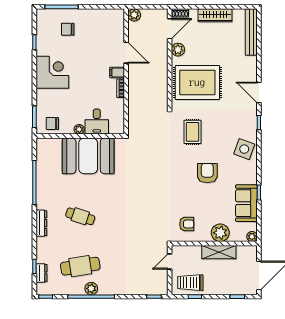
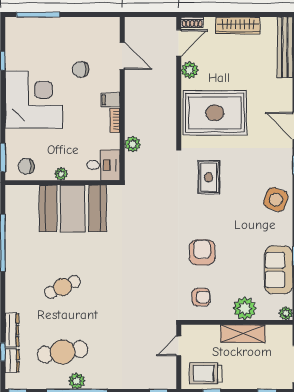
plant: (134, 15) -> (133, 144), moved
chair: (68, 29) -> (81, 69), moved
door: (126, 53) -> (122, 56), moved
corner desk: (52, 72) -> (34, 100), width x1.36, depth x1.36
desk: (97, 122) -> (103, 165), moved, turned -90
armchair: (207, 173) -> (202, 252), moved
cafe table: (80, 216) -> (63, 287), turned -42
dresser: (41, 223) -> (12, 330), moved

